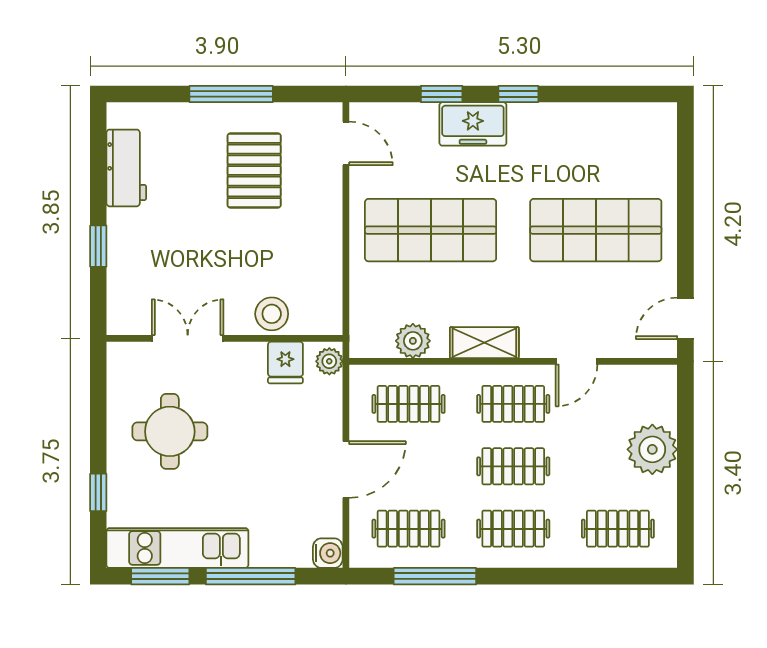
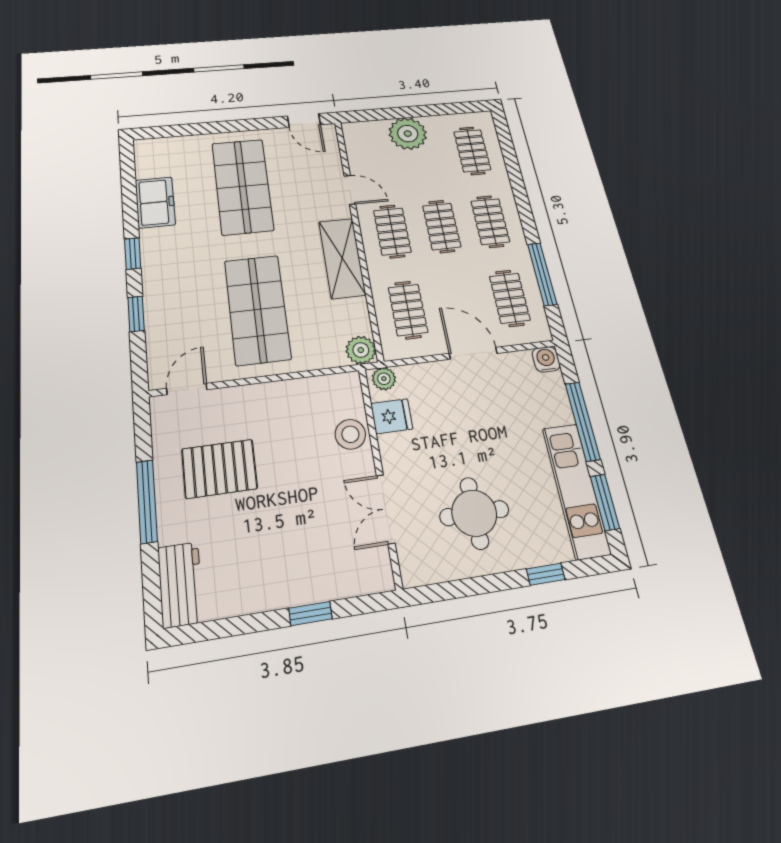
freezer: (473, 124) -> (155, 202), moved
workbench: (126, 168) -> (181, 585), moved, turned 90
plant: (413, 341) -> (361, 350), moved
shelving: (484, 343) -> (342, 258), width x1.50, depth x1.33

